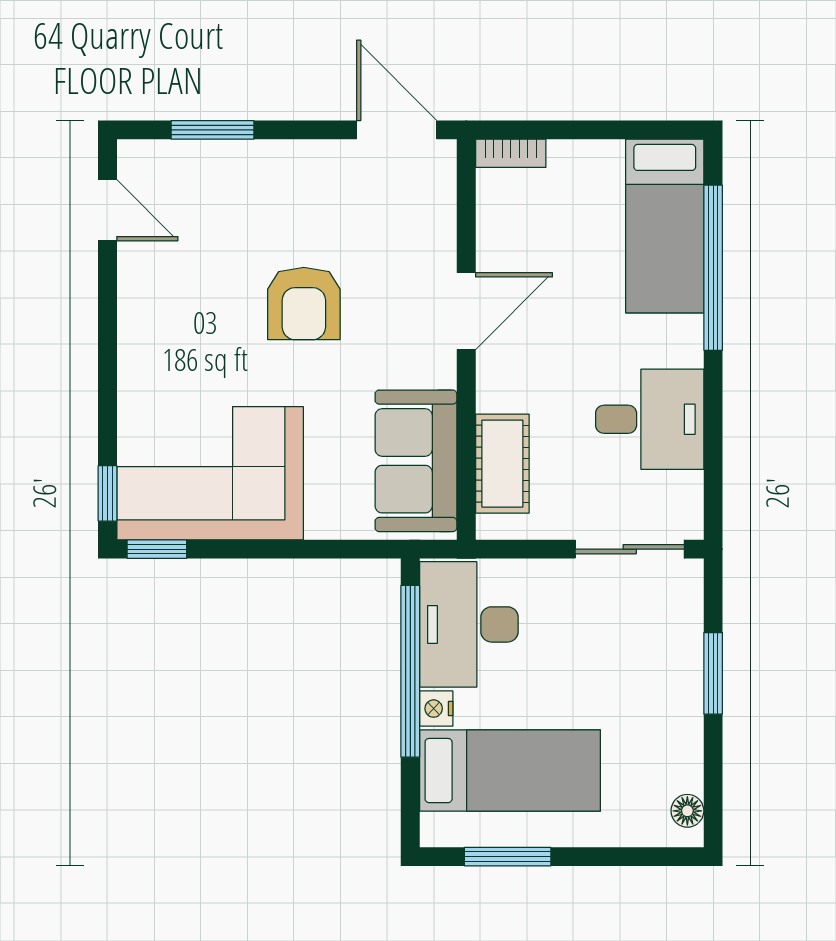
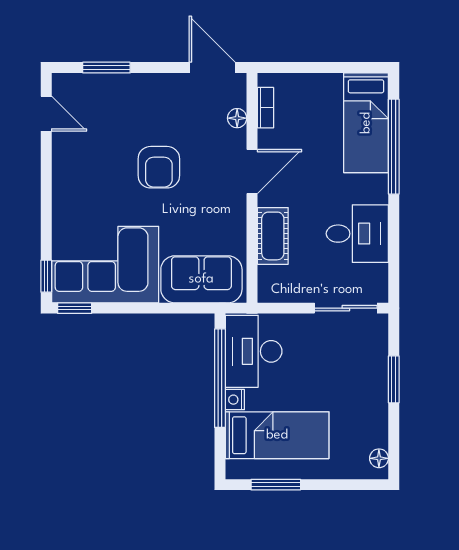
bookcase: (511, 153) -> (265, 108), moved, turned -90
floor lamp: (440, 218) -> (237, 118), added
sofa: (416, 461) -> (201, 279), moved, turned 90
cot: (502, 464) -> (273, 236), moved

